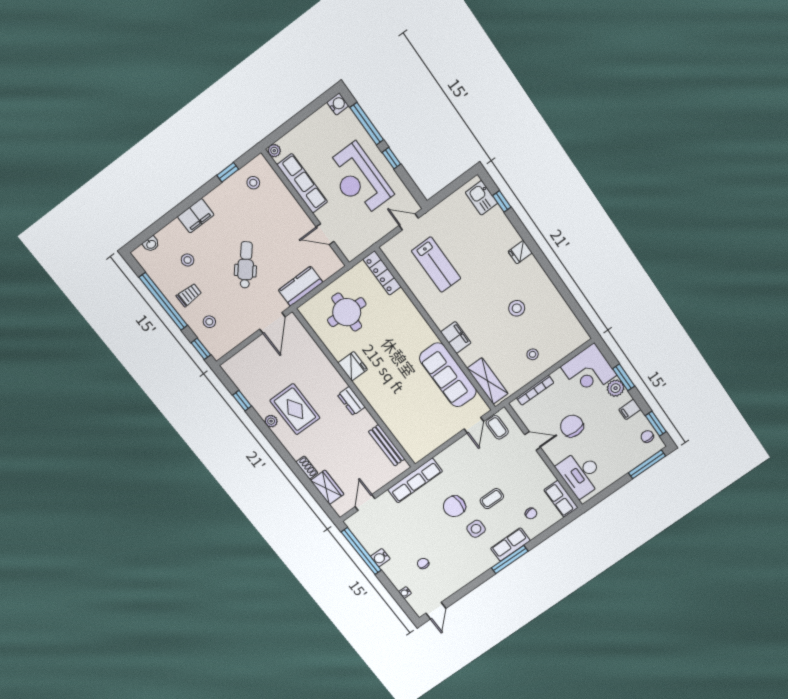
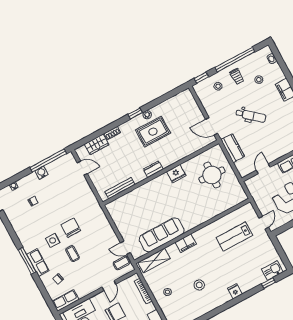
locker: (382, 273) -> (234, 201), removed
window: (242, 401) -> (135, 114), moved
row of seats: (415, 480) -> (93, 204), removed

